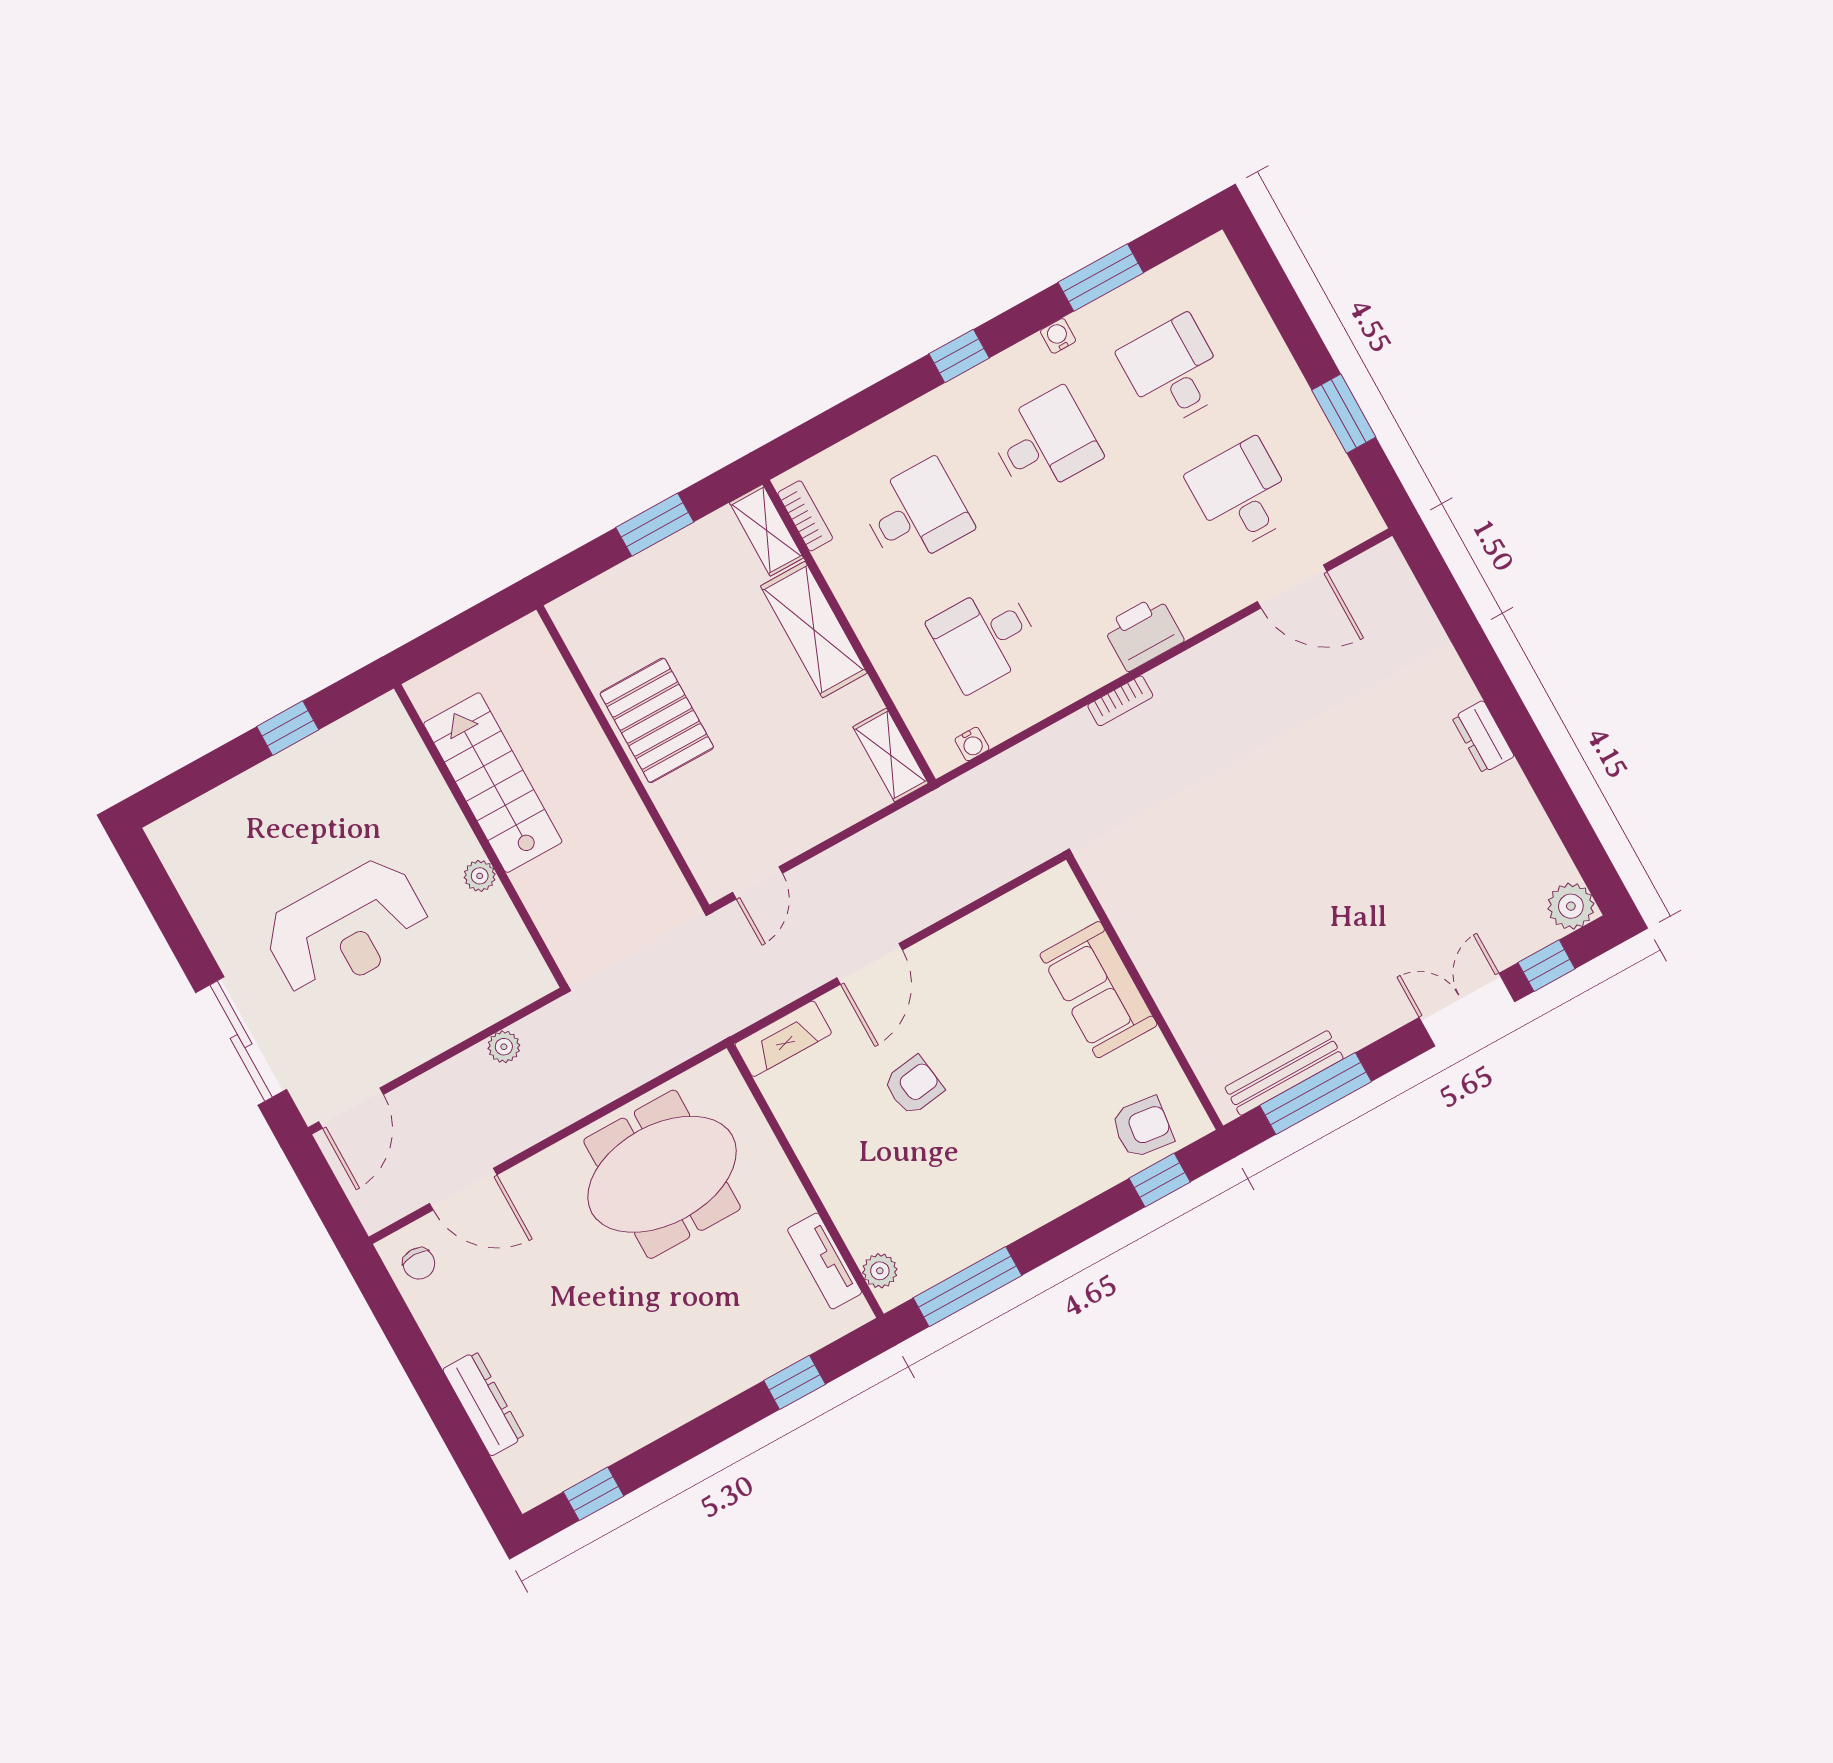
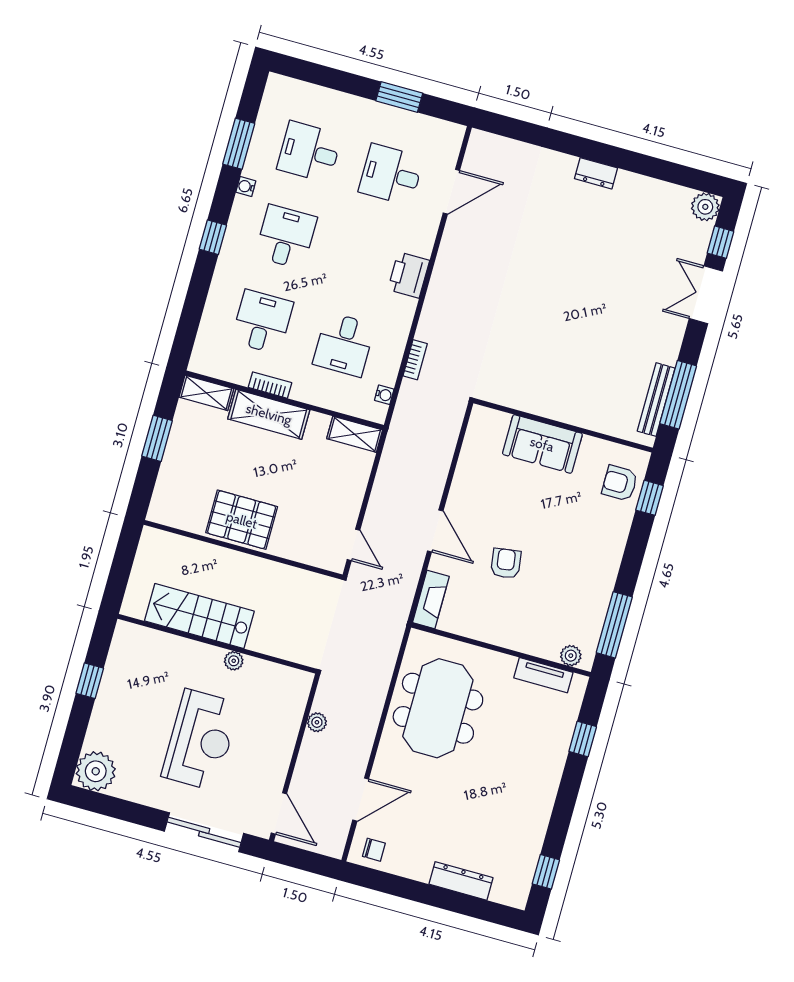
bookcase: (805, 516) -> (270, 385), moved
bookcase: (1120, 701) -> (415, 360), moved
plant: (187, 841) -> (96, 771), added
armchair: (1142, 1127) -> (620, 483), turned -97

